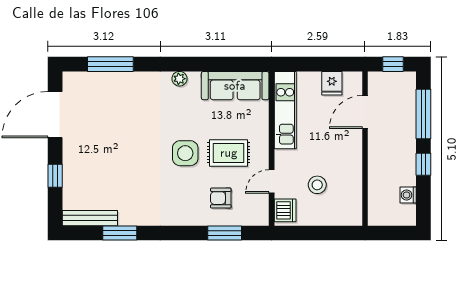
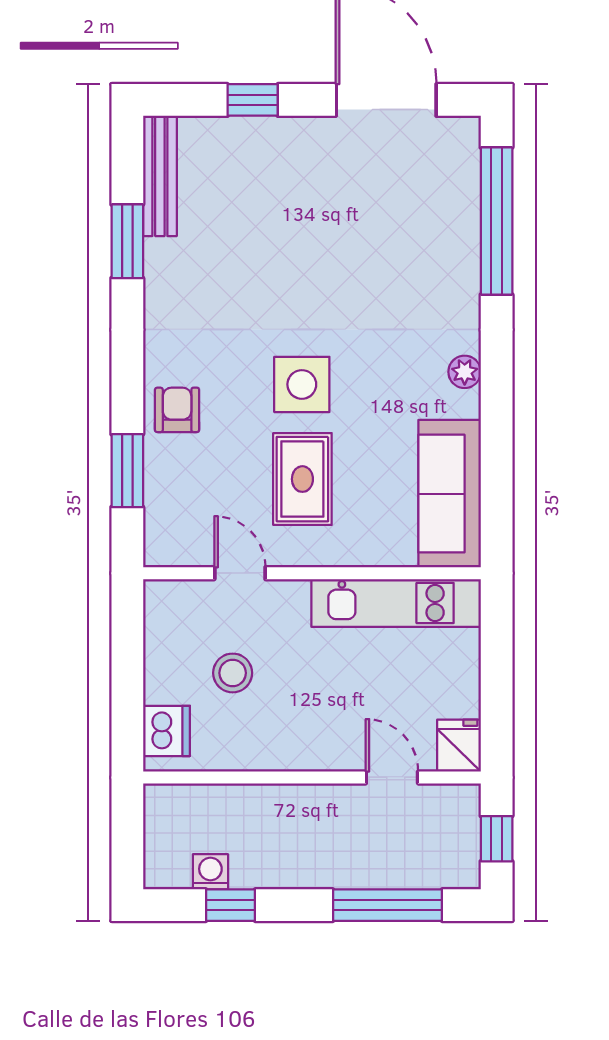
window: (110, 64) -> (497, 221), width x1.46
fridge: (332, 83) -> (459, 746), moved, turned 90
door: (365, 112) -> (392, 777), width x0.73
window: (423, 164) -> (231, 905), moved
armchair: (221, 198) -> (177, 410), moved
dishwasher: (285, 210) -> (167, 731), moved, turned -90

